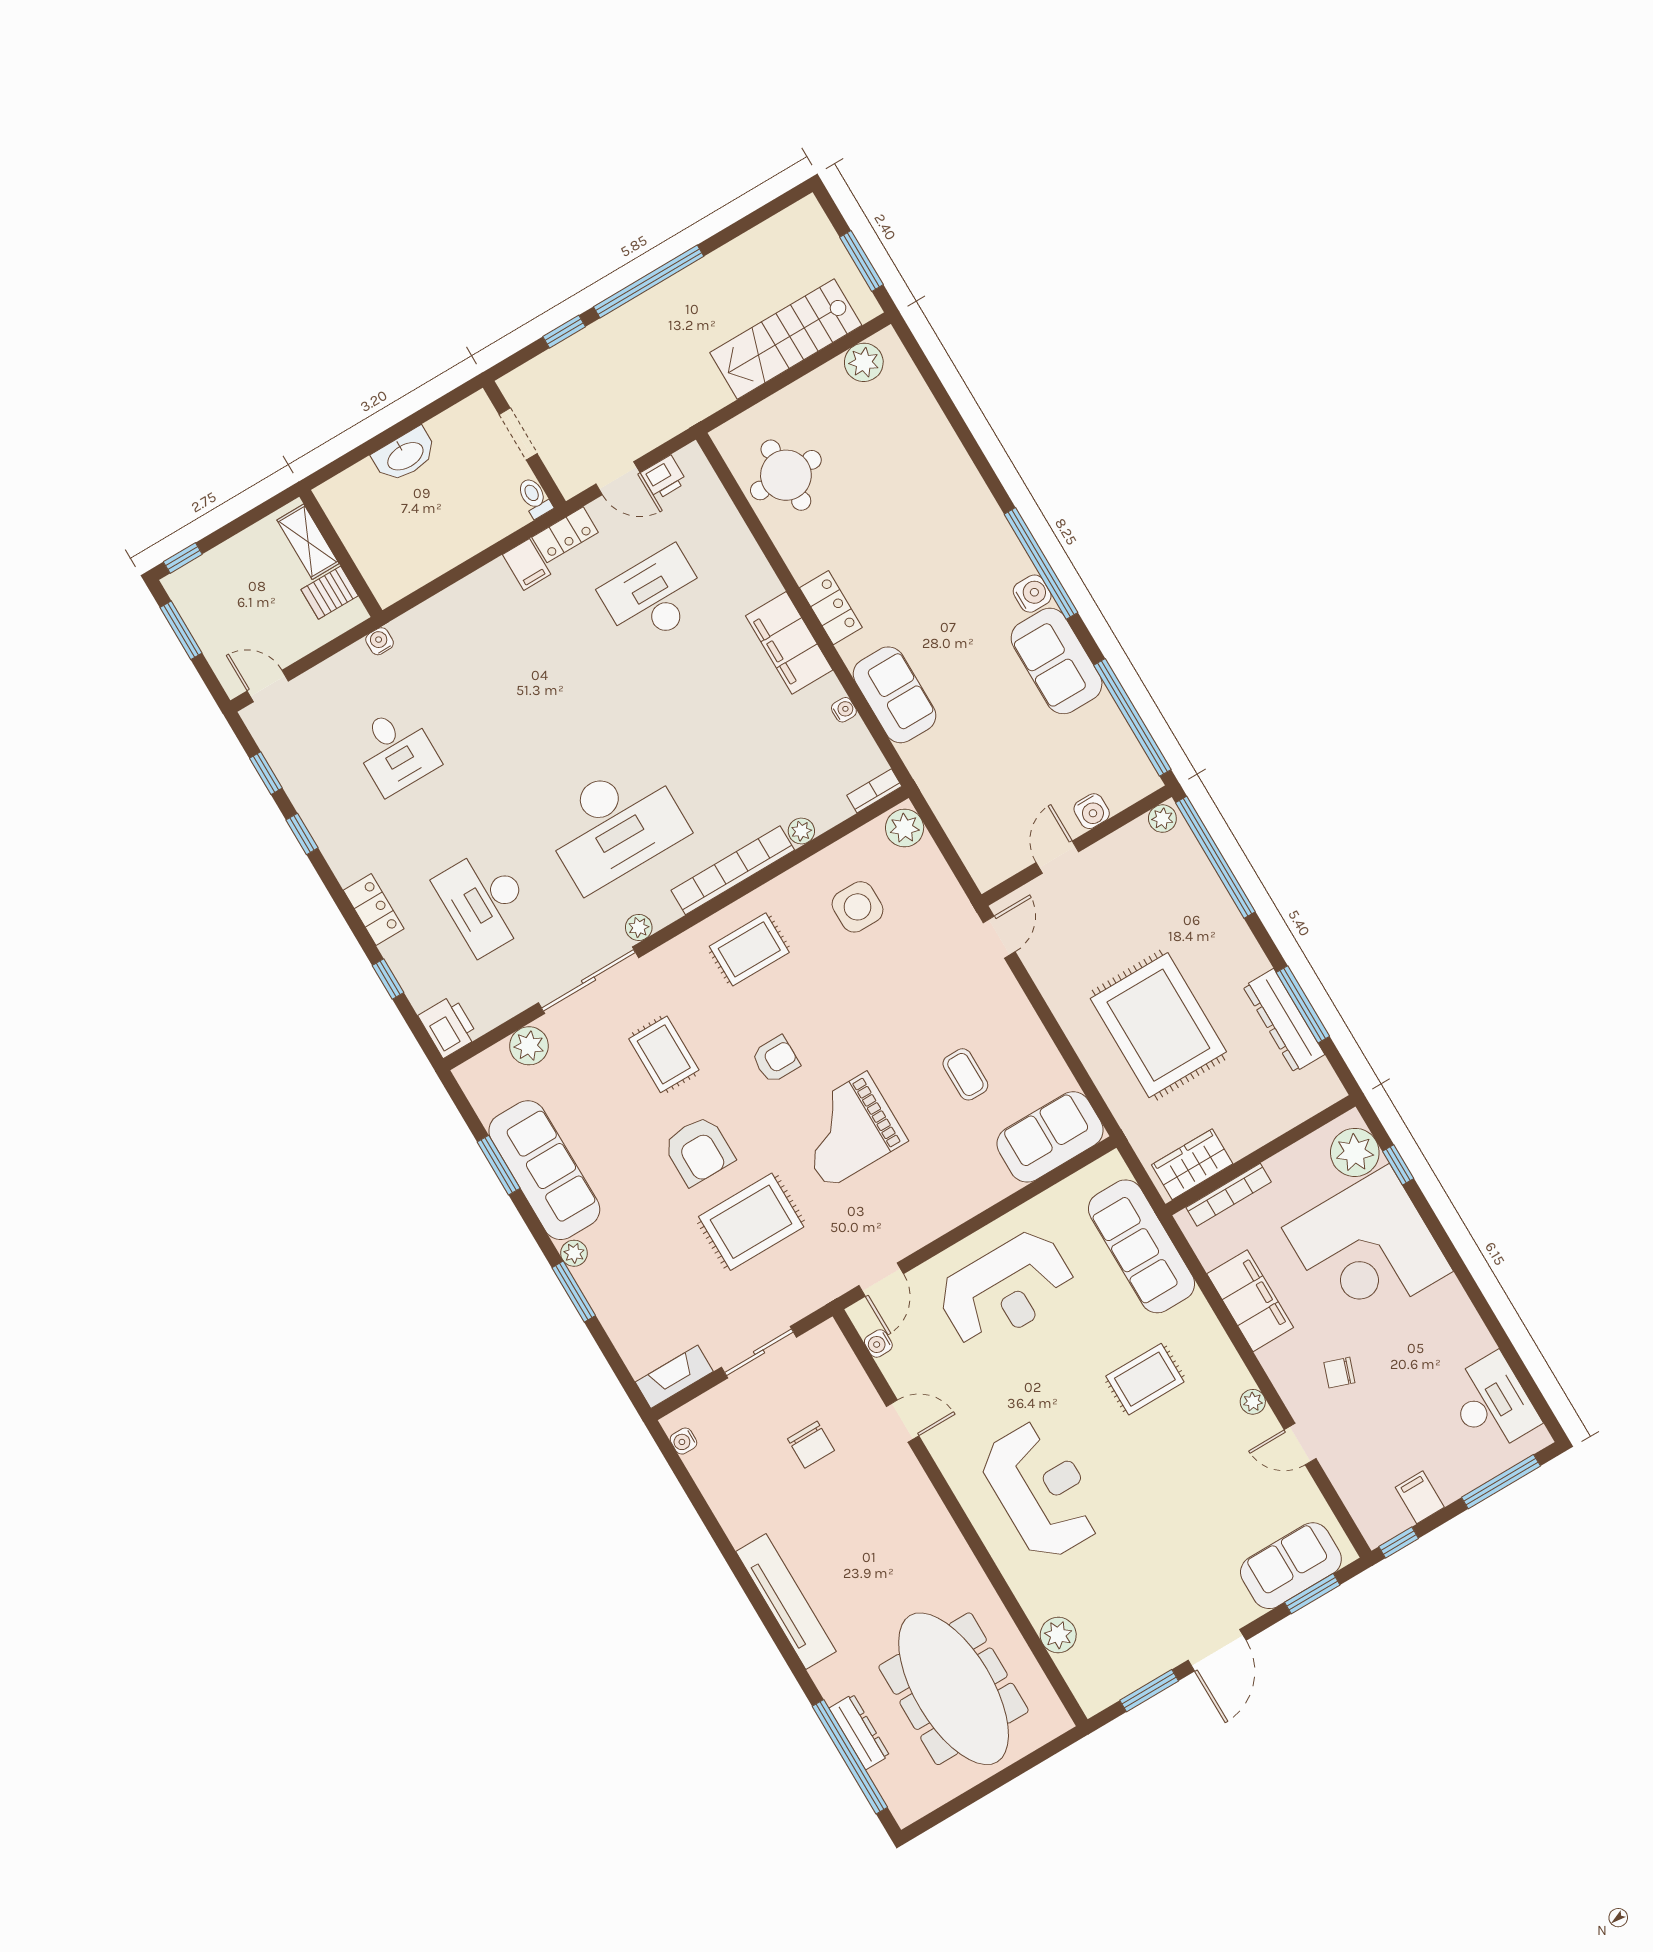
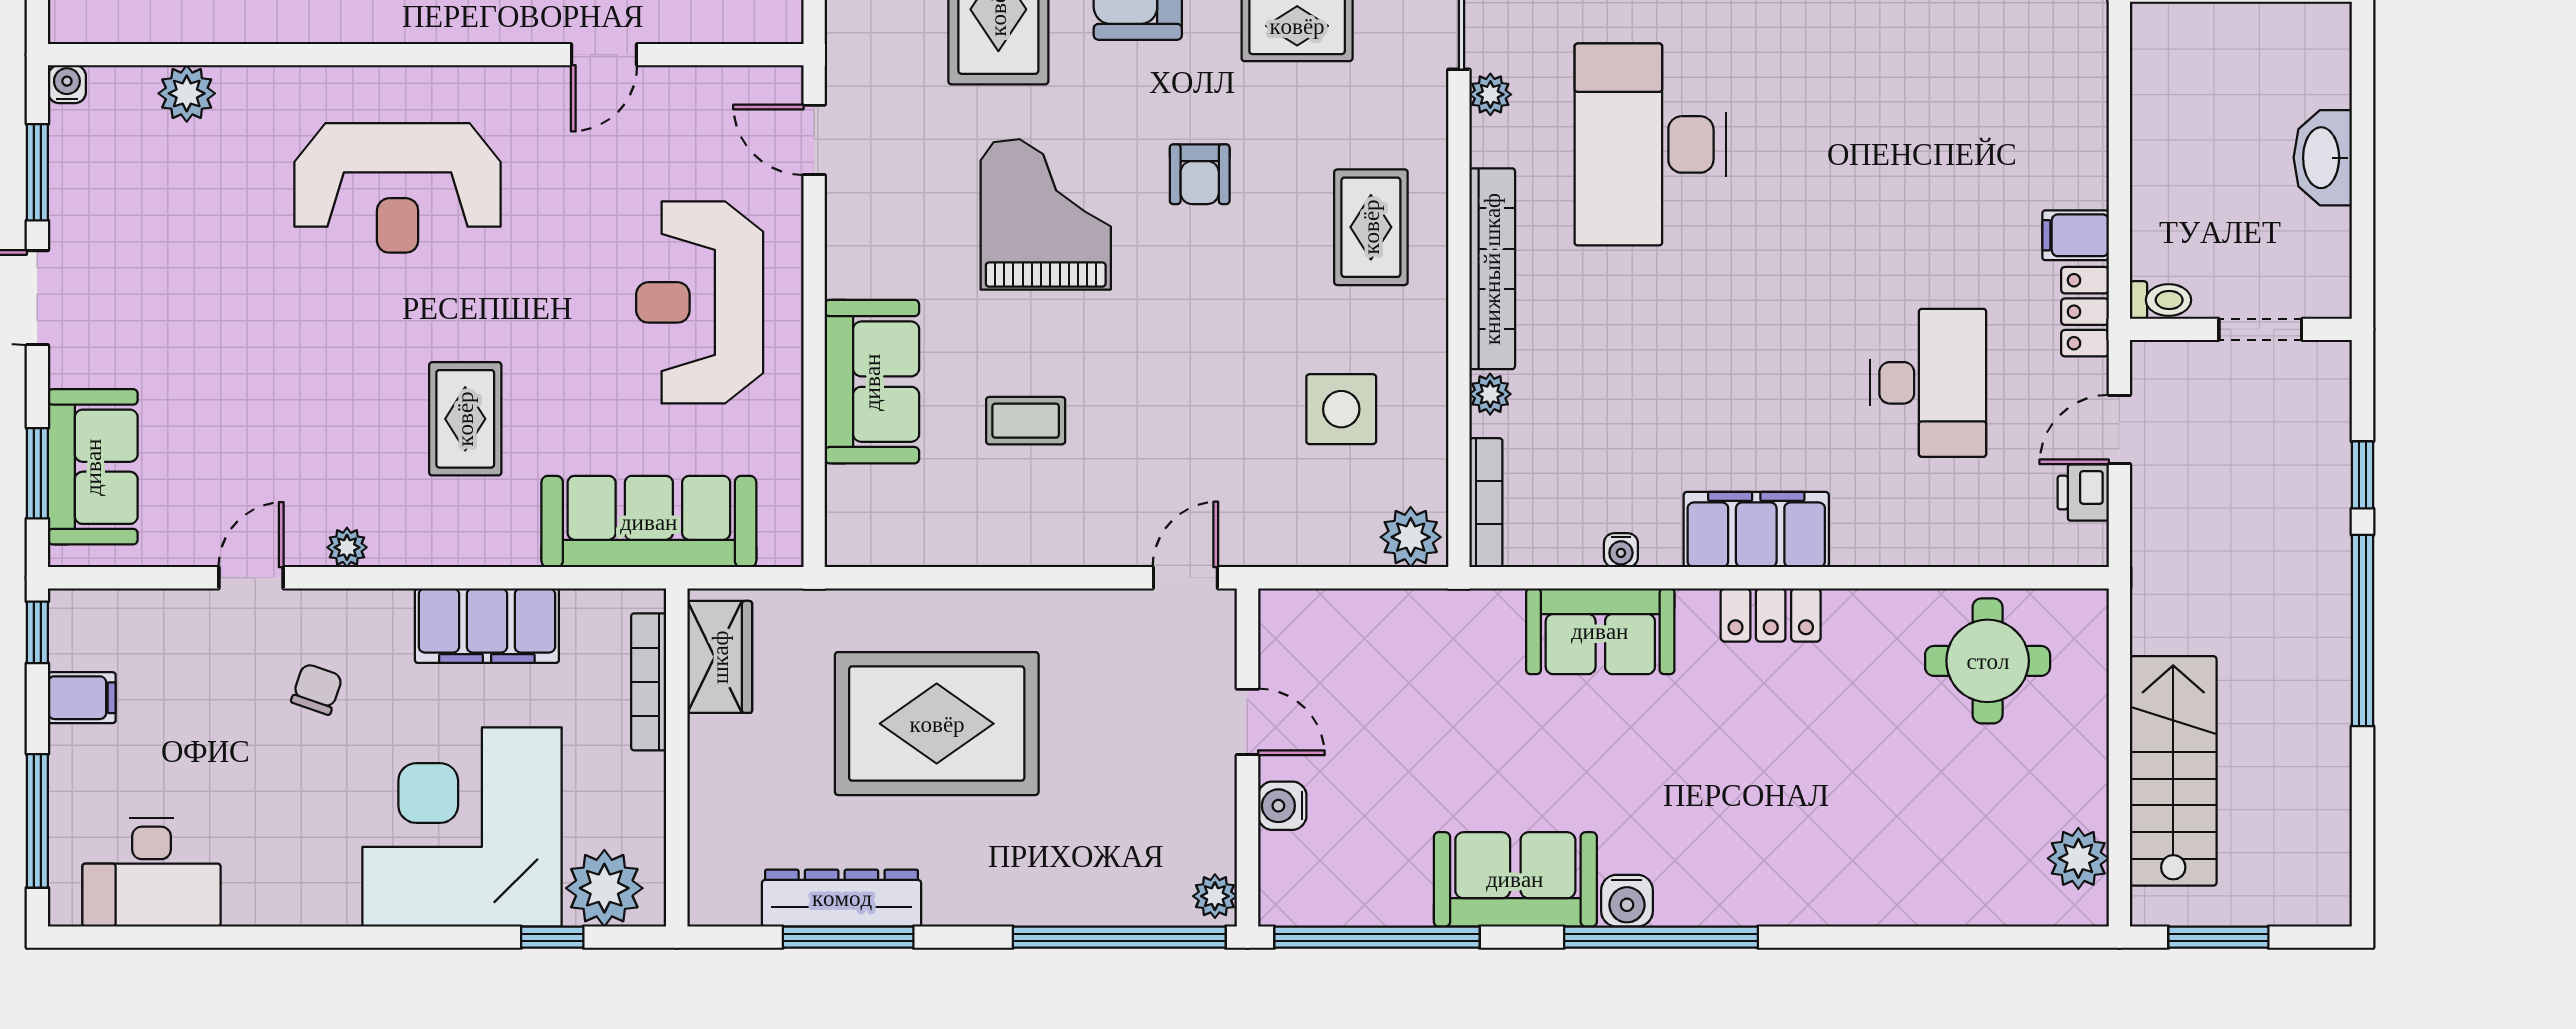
bookcase: (874, 791) -> (1486, 503), width x1.56
door: (999, 937) -> (1185, 578), swing flipped
sofa: (1050, 1137) -> (872, 382), moved
water cooler: (878, 1344) -> (67, 84), moved

